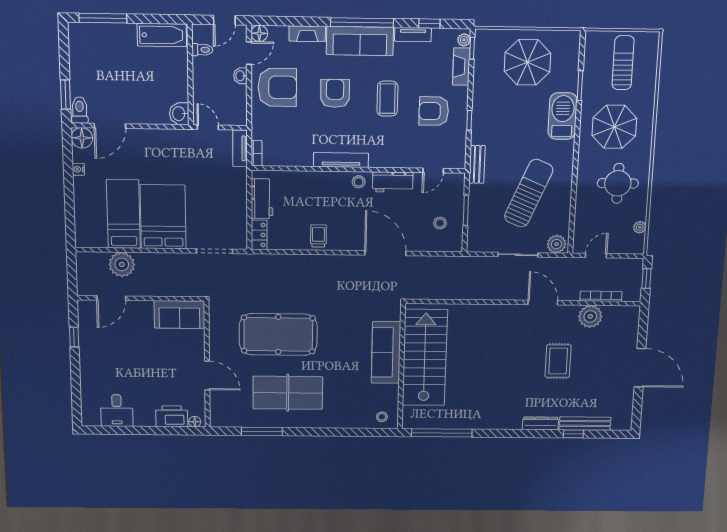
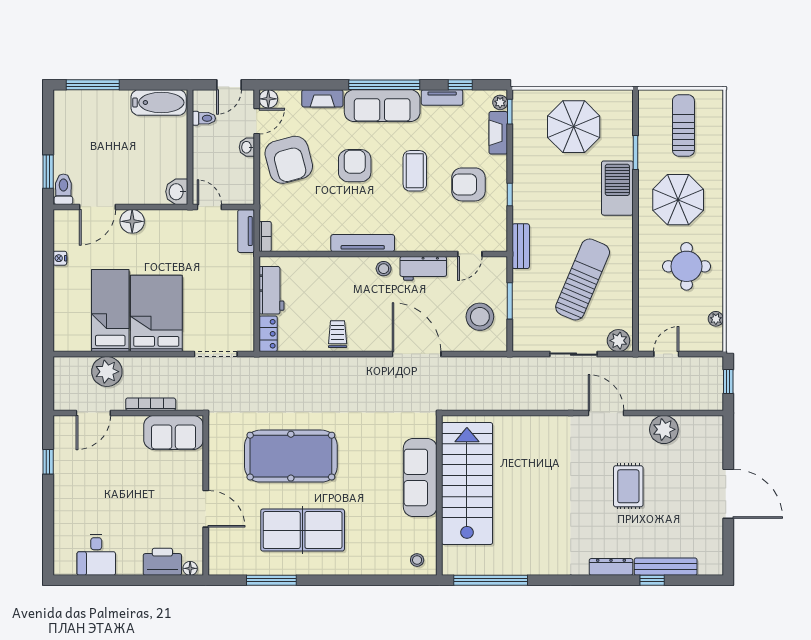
armchair: (277, 87) -> (289, 160), turned 75
floor lamp: (82, 138) -> (132, 221), moved
stool: (440, 223) -> (480, 317), width x1.89, depth x1.89
bookcase: (601, 296) -> (151, 404), moved

